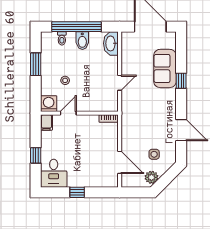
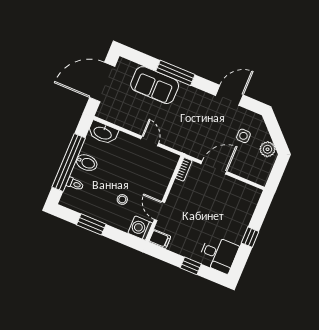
window: (181, 81) -> (175, 73), width x2.17
door: (120, 162) -> (214, 168), moved

